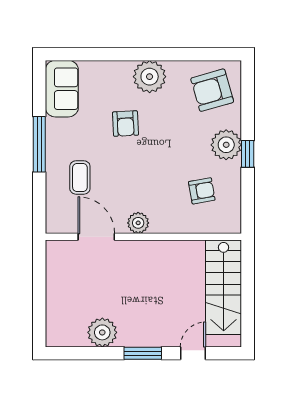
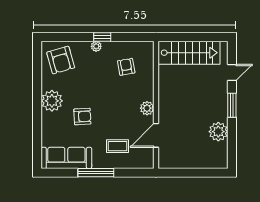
sofa: (62, 89) -> (66, 158), width x1.36
plant: (226, 145) -> (96, 46), width x0.53, depth x0.53
door: (193, 353) -> (232, 73), swing flipped

